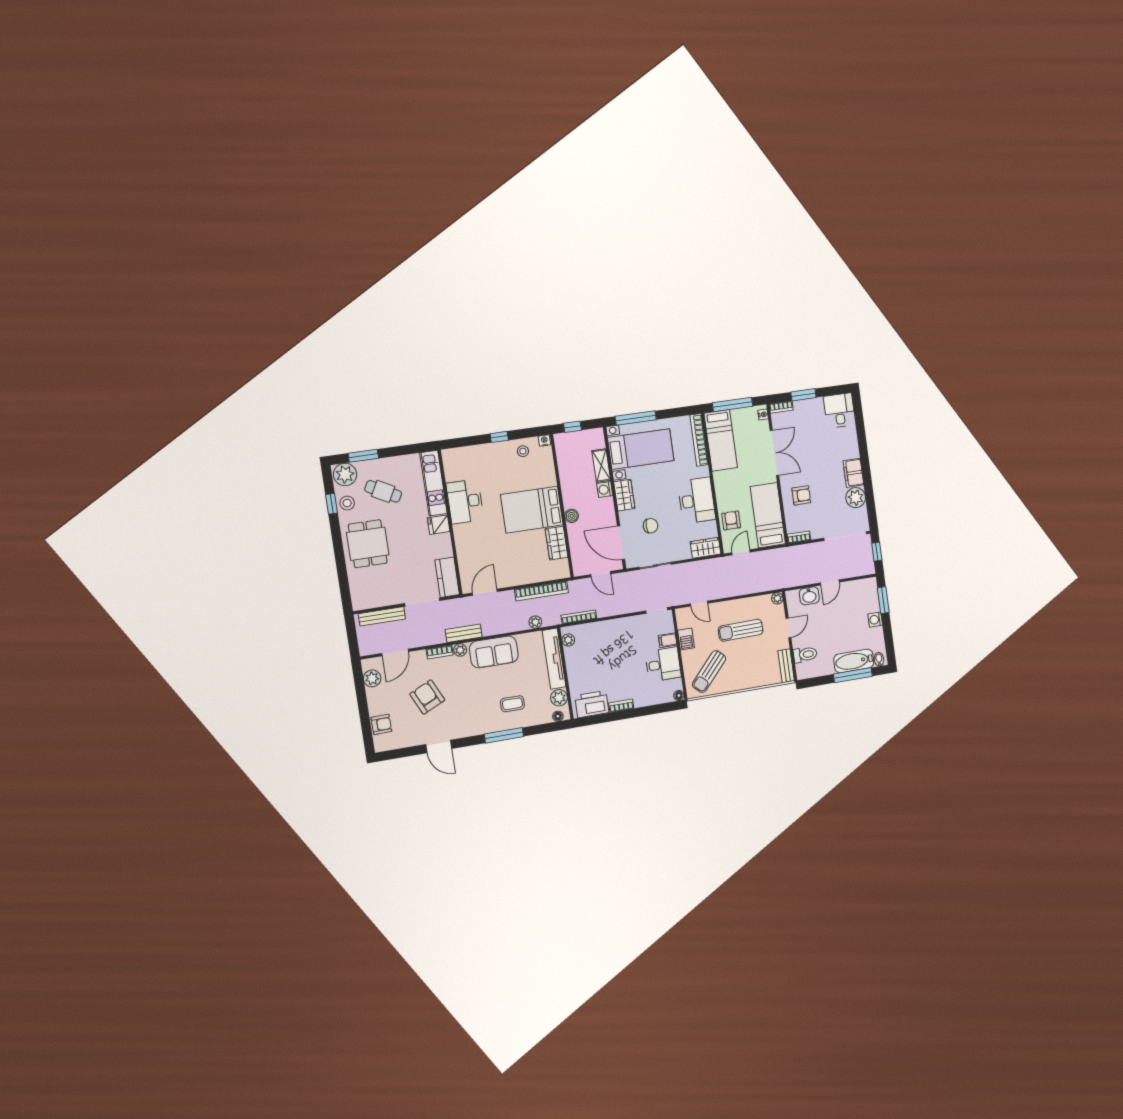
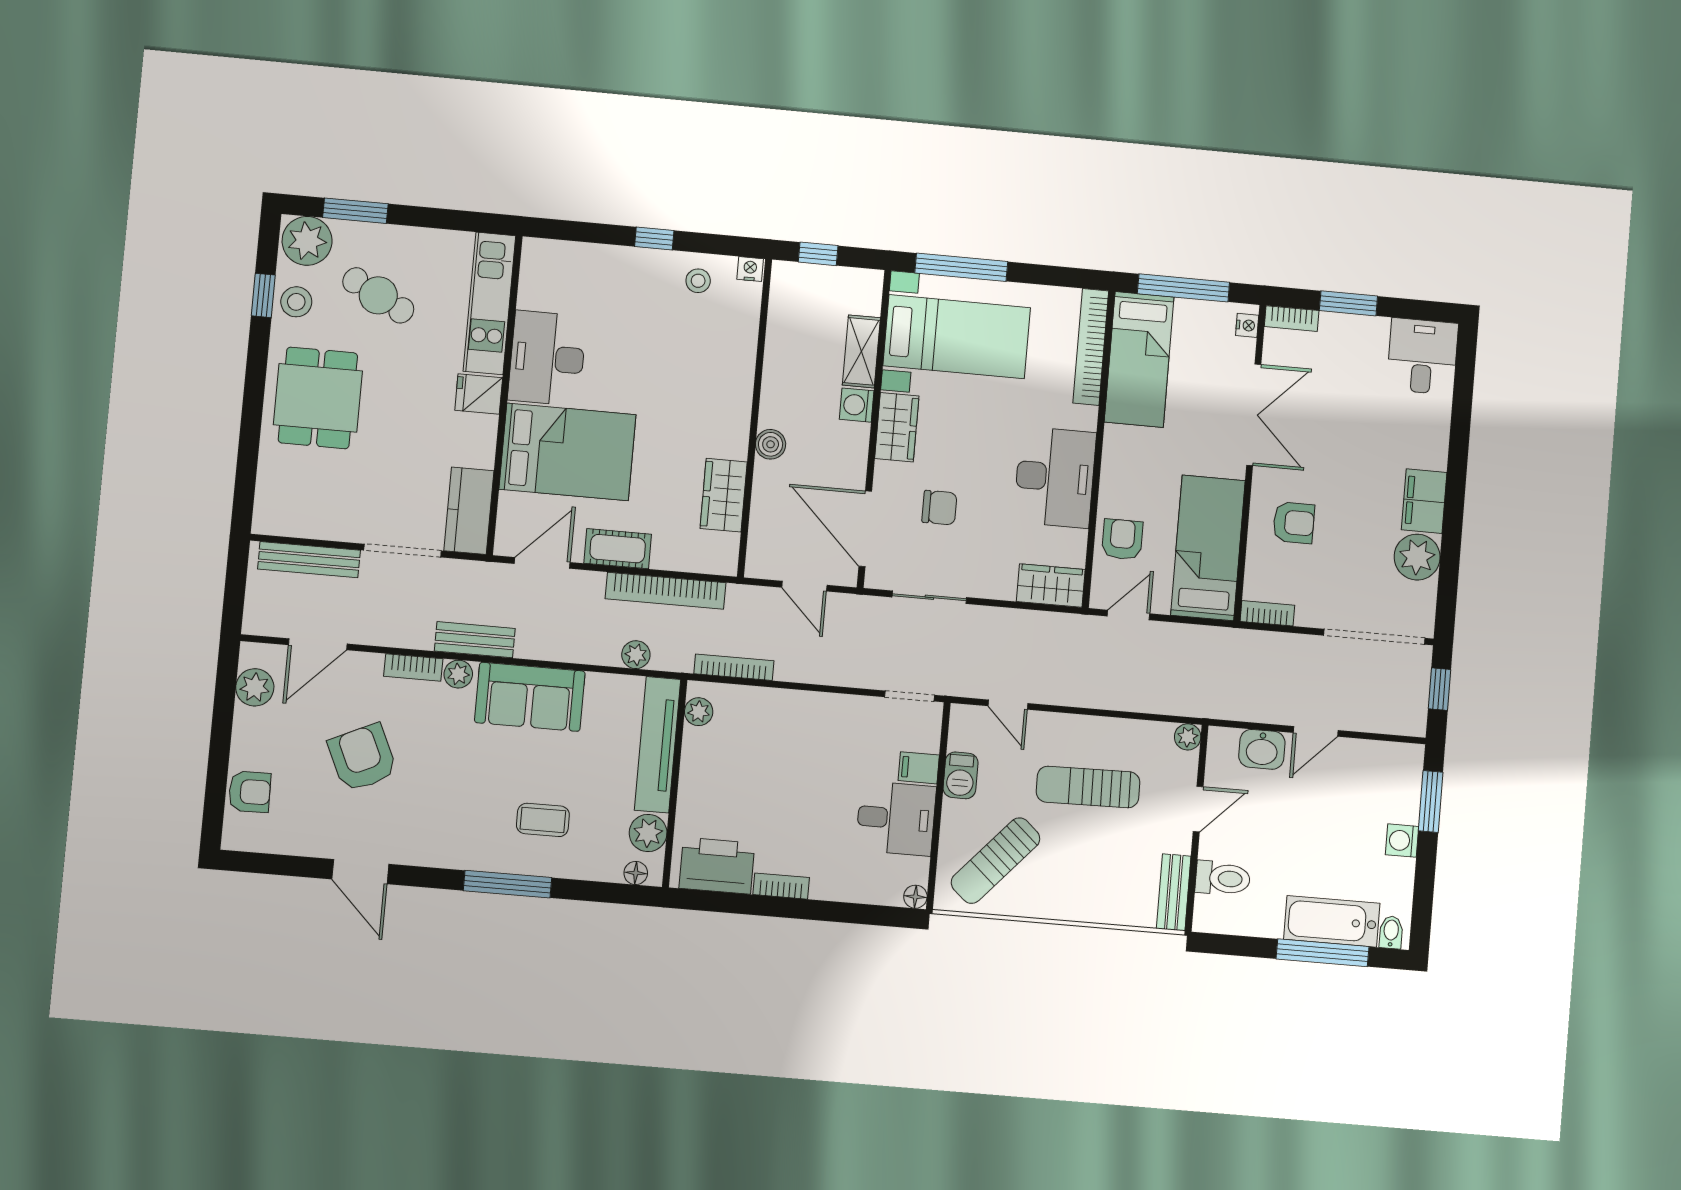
bed: (532, 510) -> (568, 452), moved, turned 180
cot: (516, 578) -> (618, 549), added

